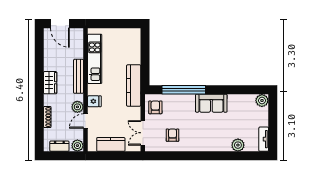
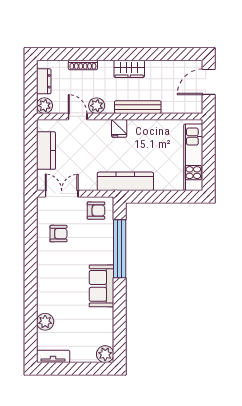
kitchen unit: (95, 59) -> (193, 157), moved, turned 90
fridge: (94, 101) -> (119, 128), moved

